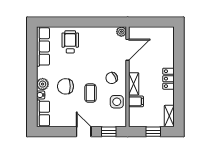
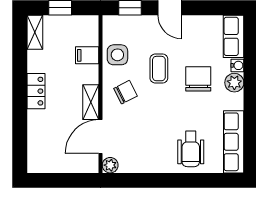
shelving: (134, 84) -> (91, 102), moved
chair: (65, 86) -> (198, 79), turned -90

